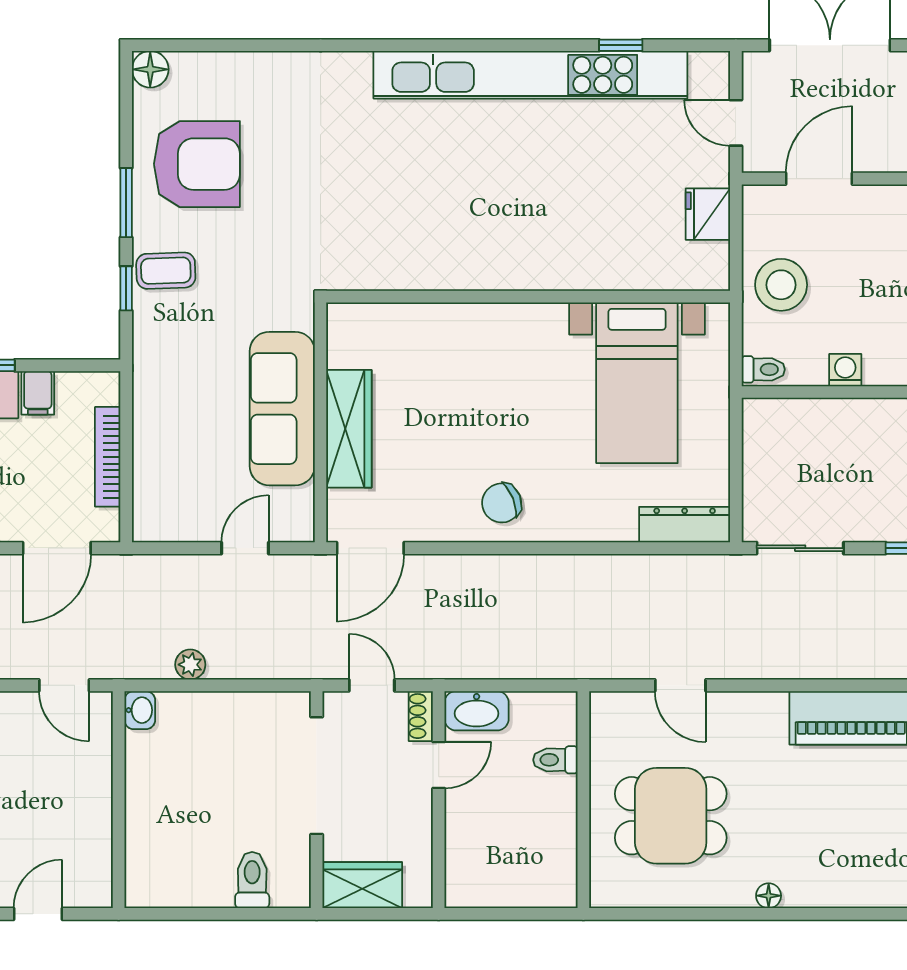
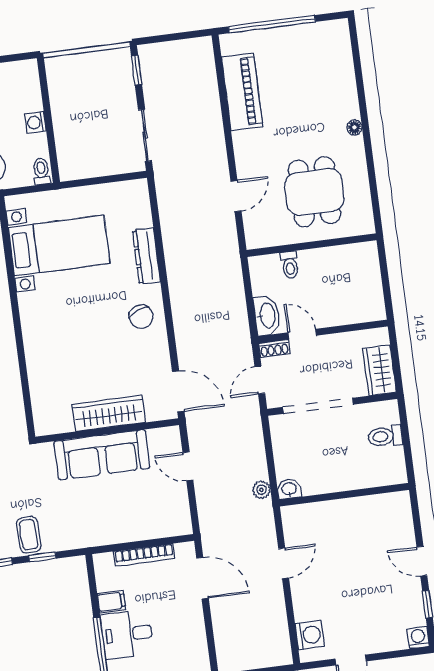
dresser: (685, 525) -> (146, 256), moved
washbasin: (140, 710) -> (289, 489), moved
wall: (119, 800) -> (344, 495), moved

